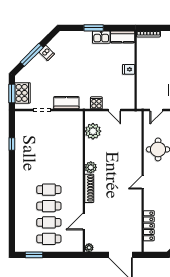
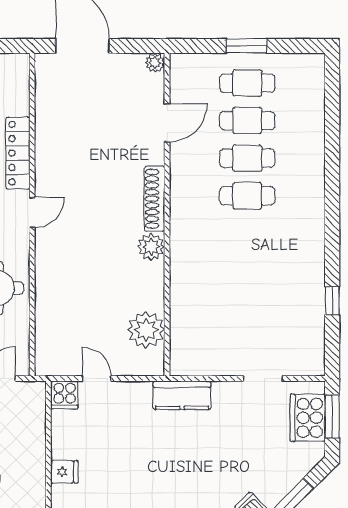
kitchen counter: (66, 103) -> (182, 395), moved
cooker: (96, 103) -> (65, 395), moved
locker: (149, 226) -> (18, 153), moved
window: (34, 255) -> (247, 46), moved

